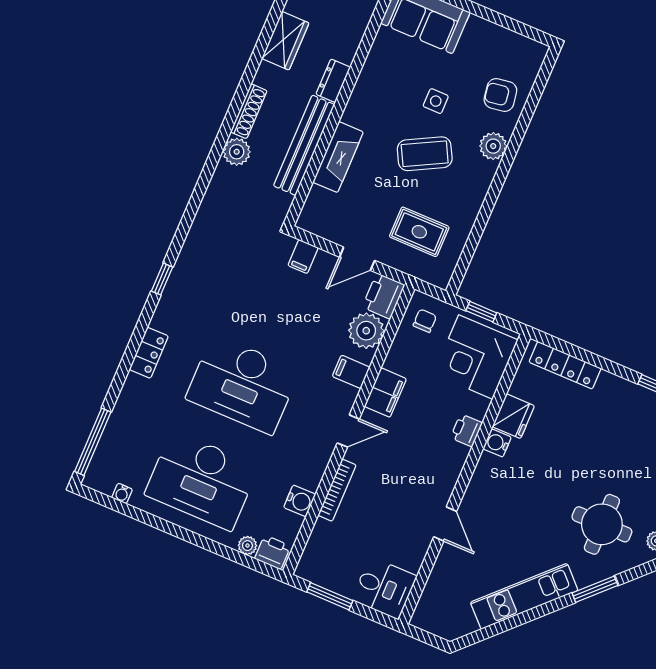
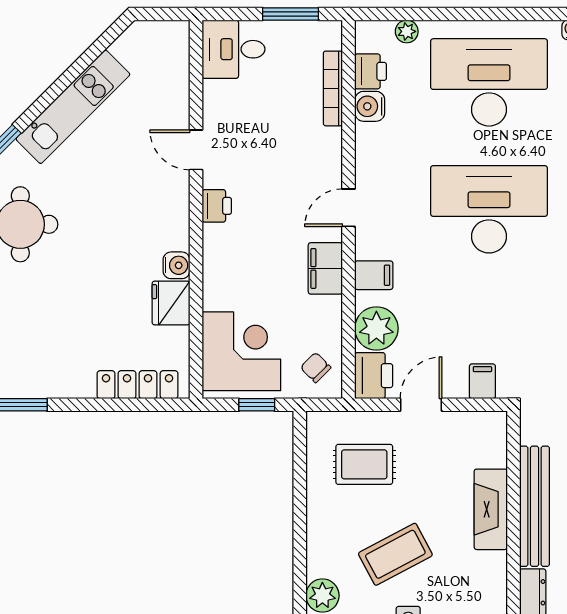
chair: (425, 321) -> (316, 367), turned 135
printer: (466, 430) -> (217, 206), moved
bookcase: (337, 490) -> (333, 88), moved
printer: (273, 552) -> (371, 71), moved, turned -90

